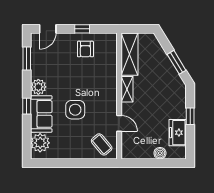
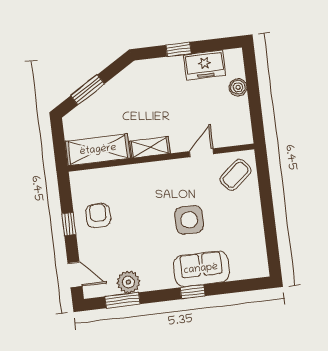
armchair: (85, 49) -> (98, 216), turned -90
window: (177, 62) -> (88, 90), moved
plant: (38, 87) -> (128, 282), moved
plant: (40, 143) -> (244, 266), removed

